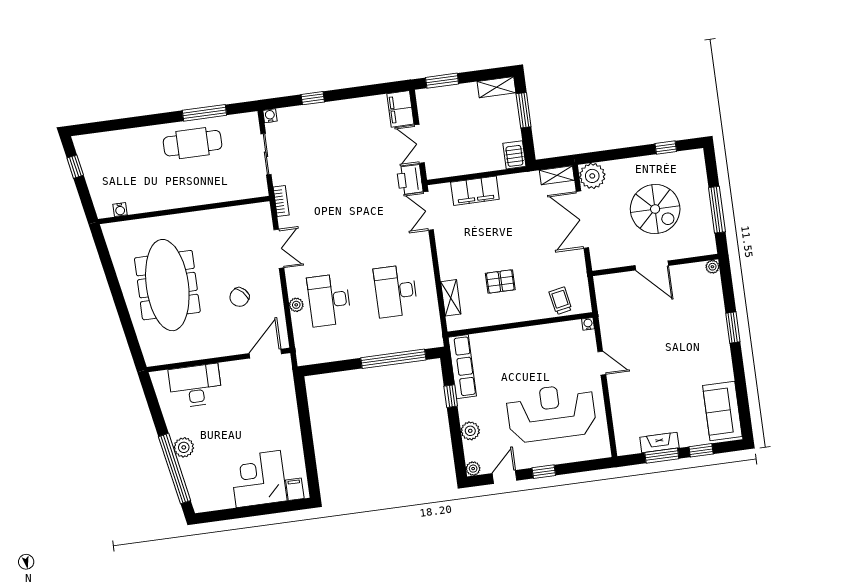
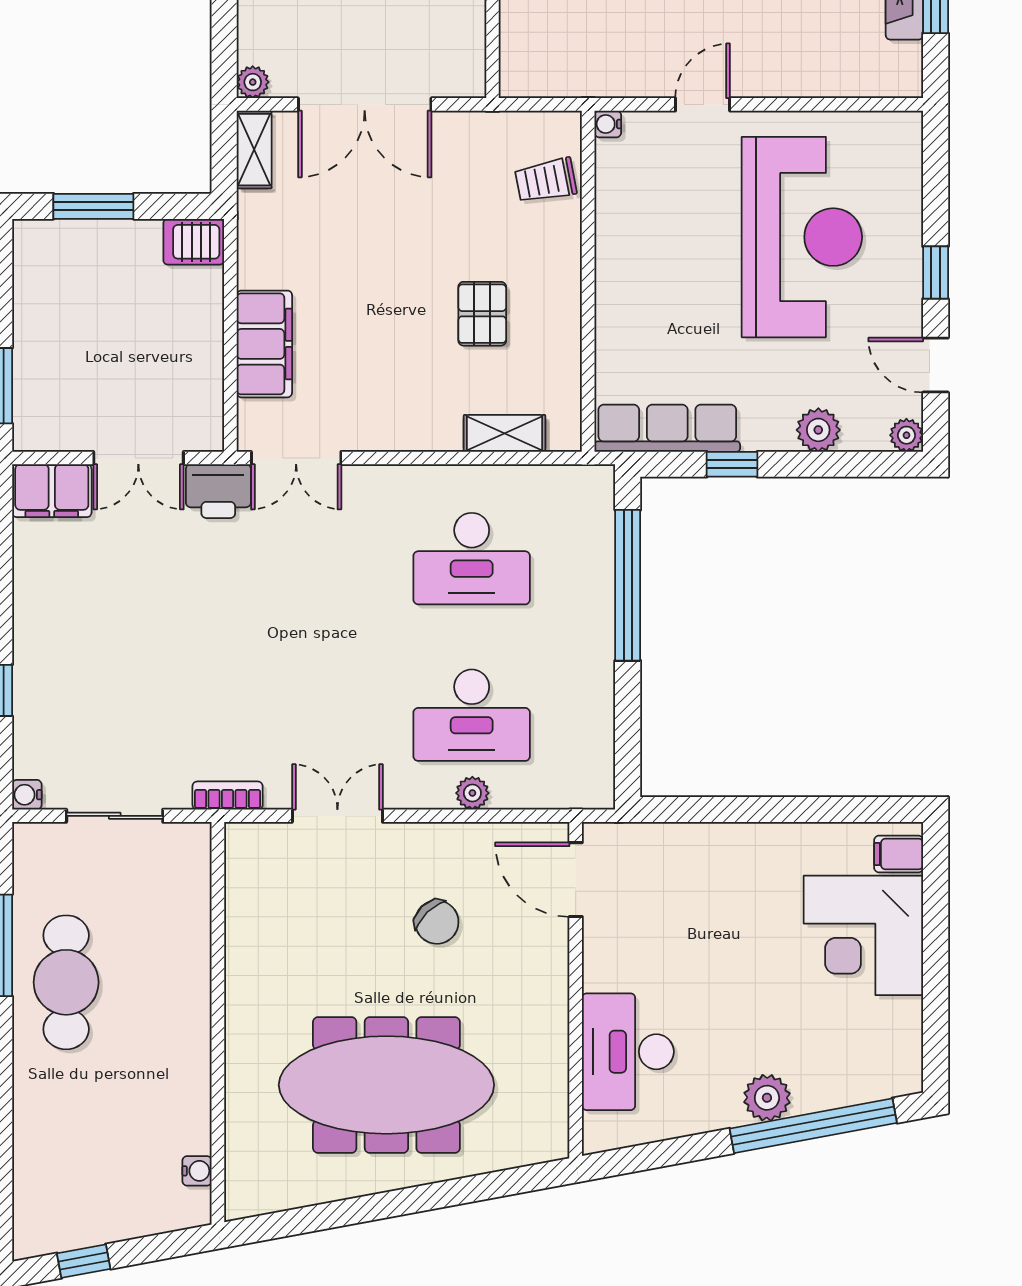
shelving: (496, 87) -> (31, 262), removed
plant: (592, 176) -> (253, 82), width x0.53, depth x0.53
reception desk: (551, 413) -> (802, 237), turned 180

